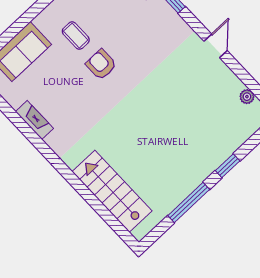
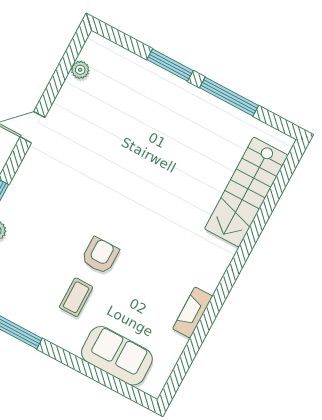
armchair: (101, 64) -> (100, 255), turned 180
window: (228, 166) -> (170, 65), width x1.50

